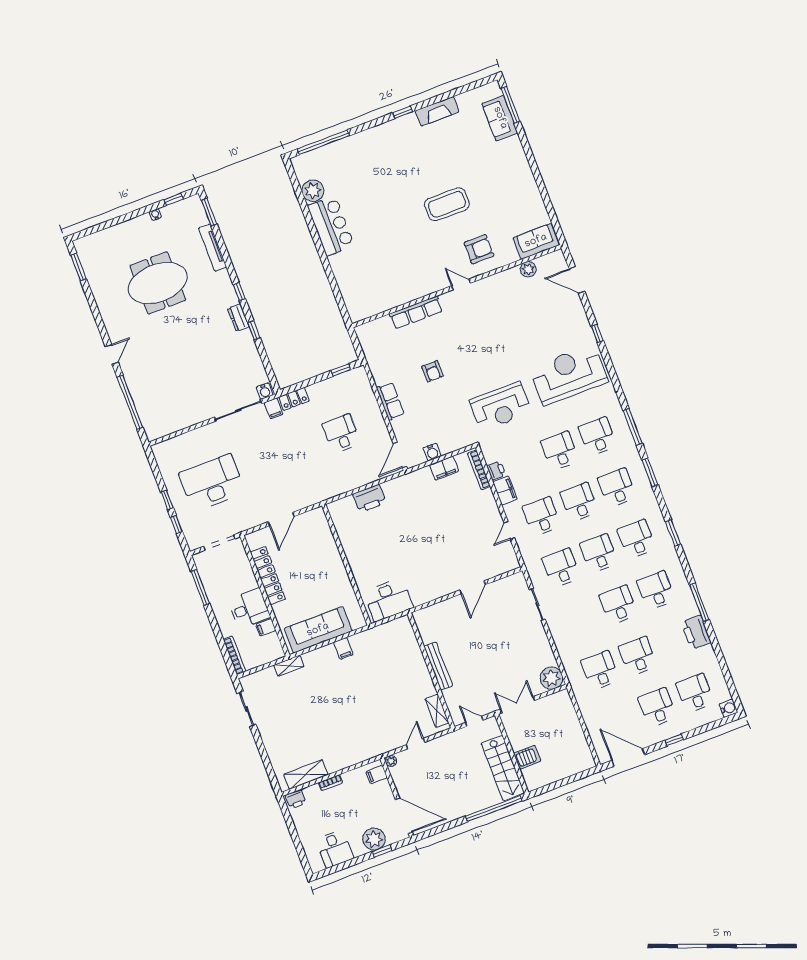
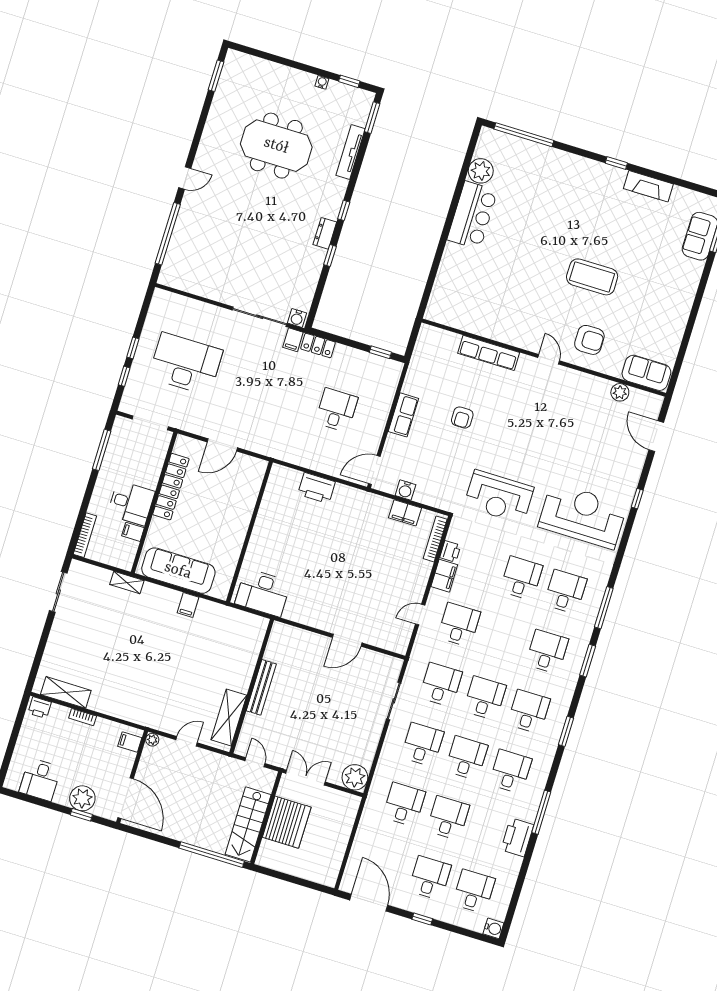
desk: (579, 502) -> (422, 745), moved
shelving: (437, 711) -> (229, 717), width x1.50, depth x1.33
server rack: (527, 757) -> (287, 822), width x2.18, depth x1.44

